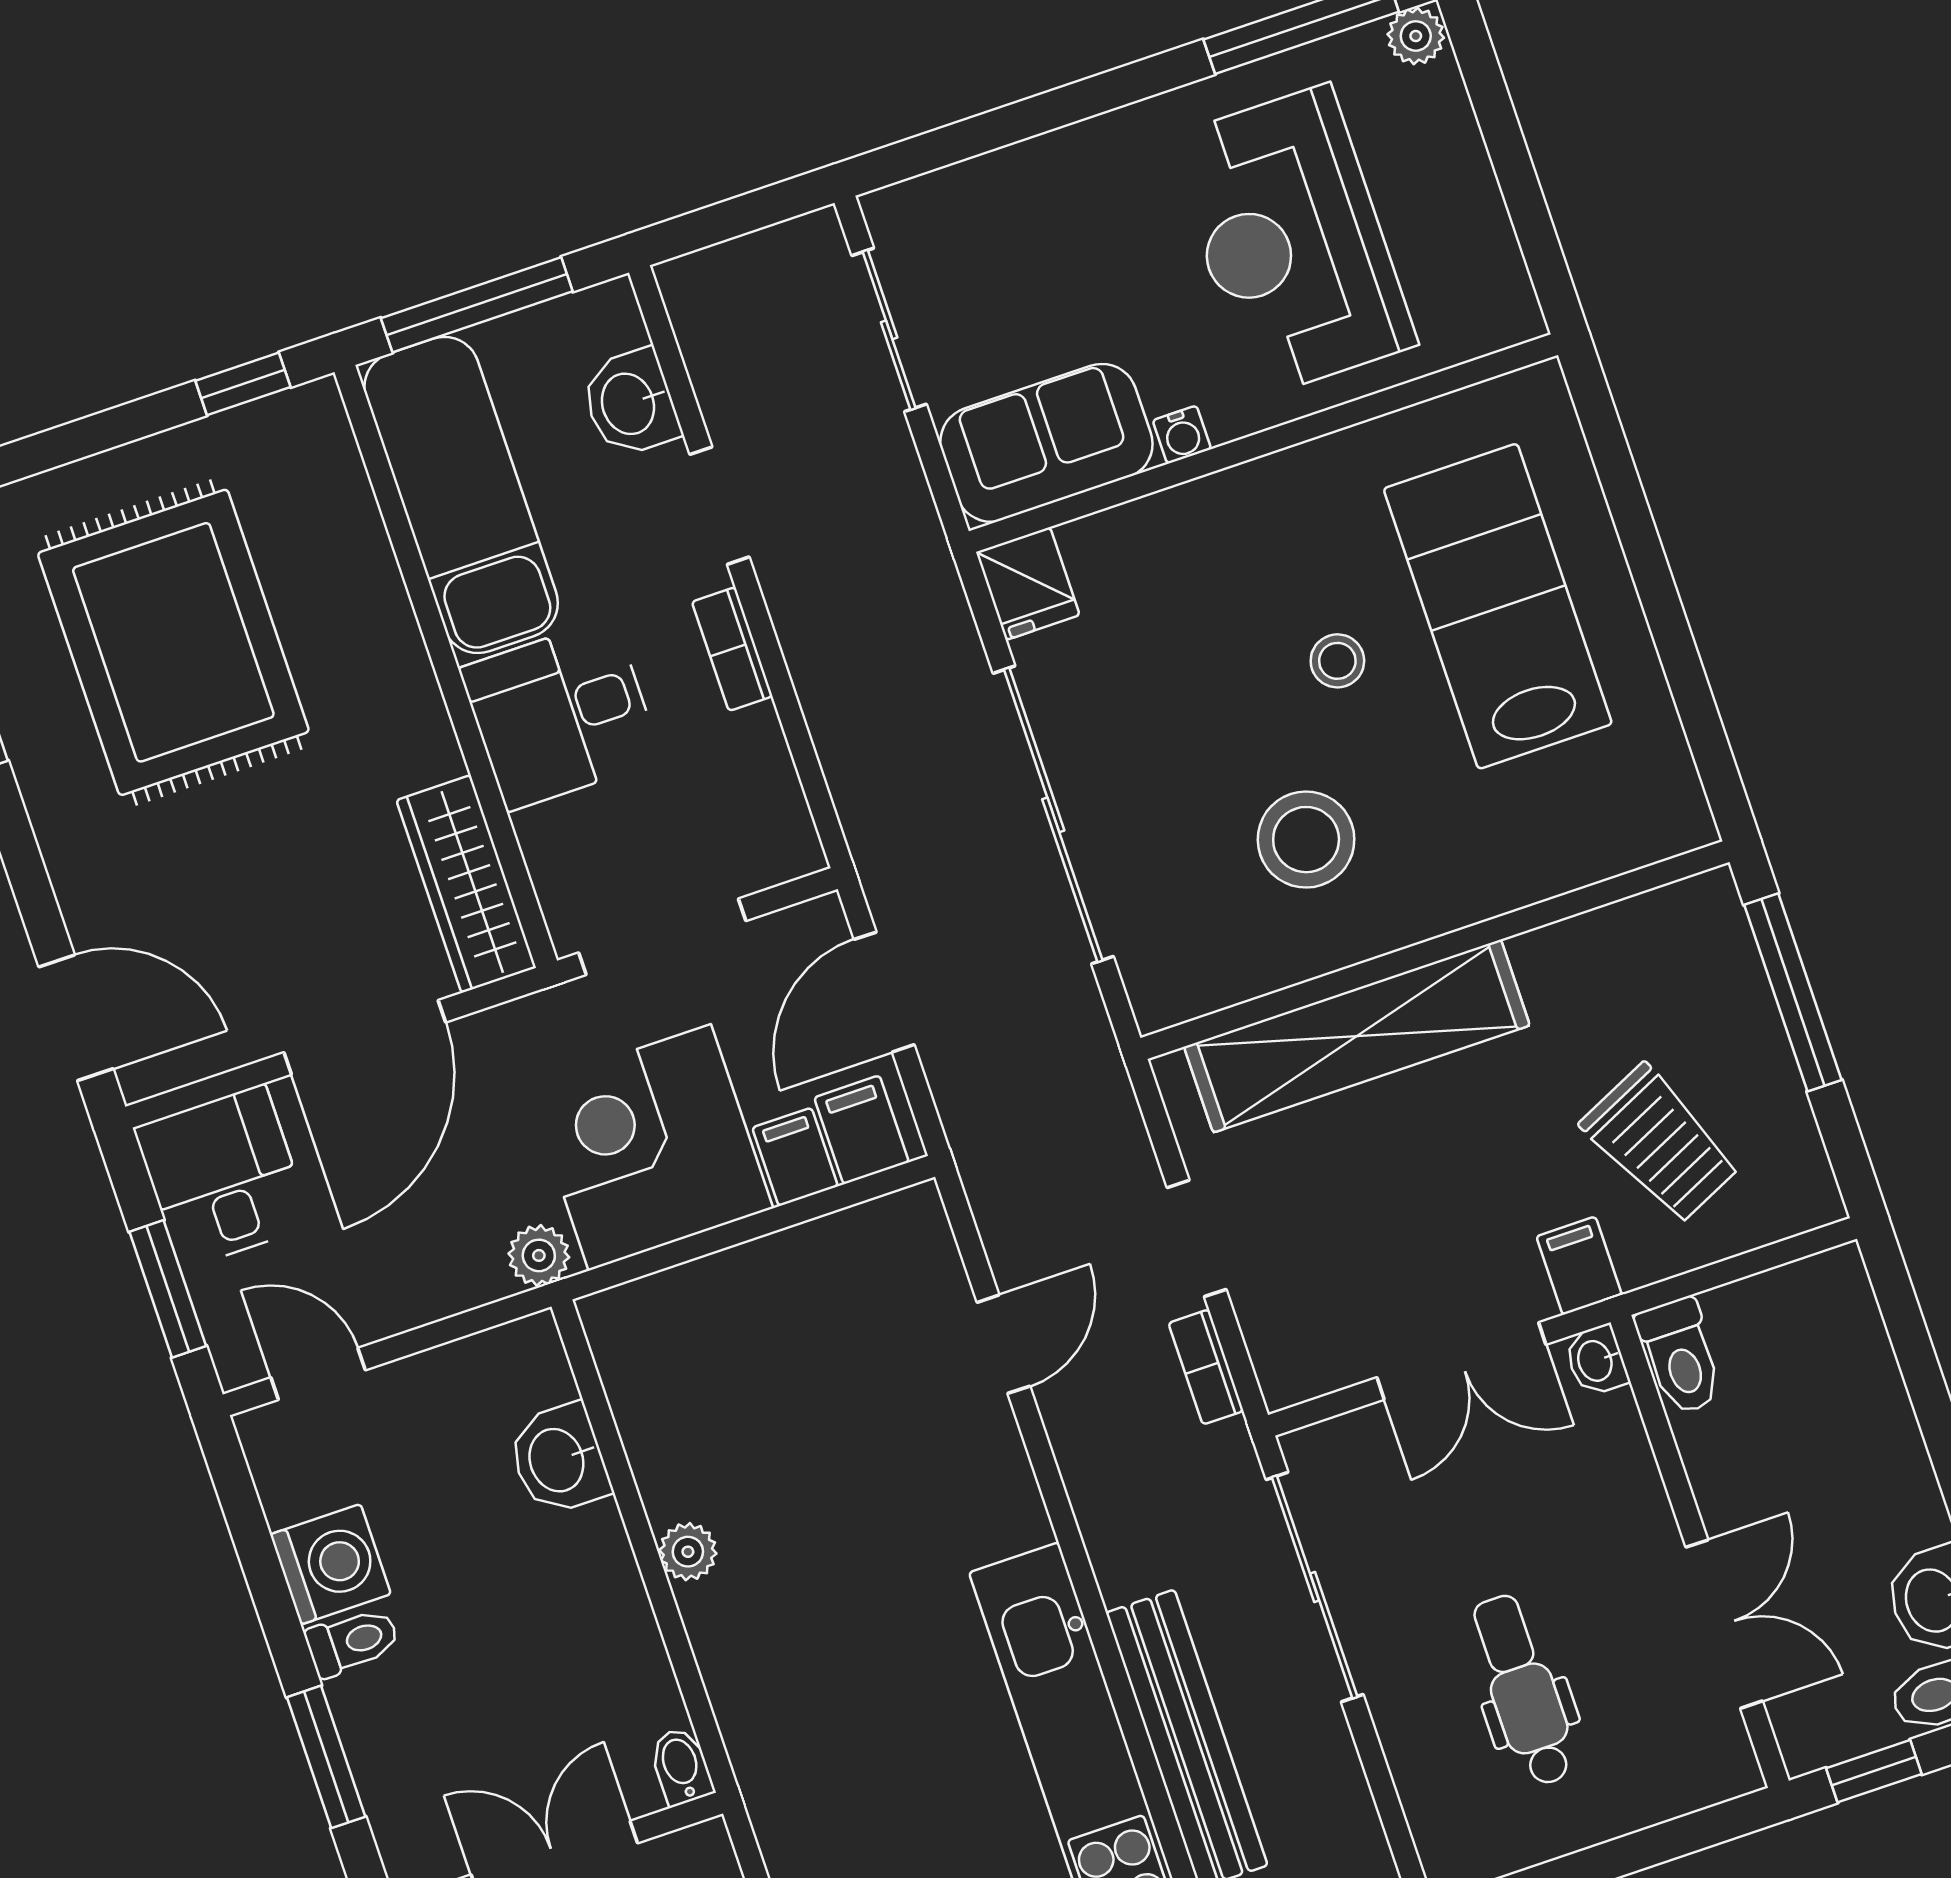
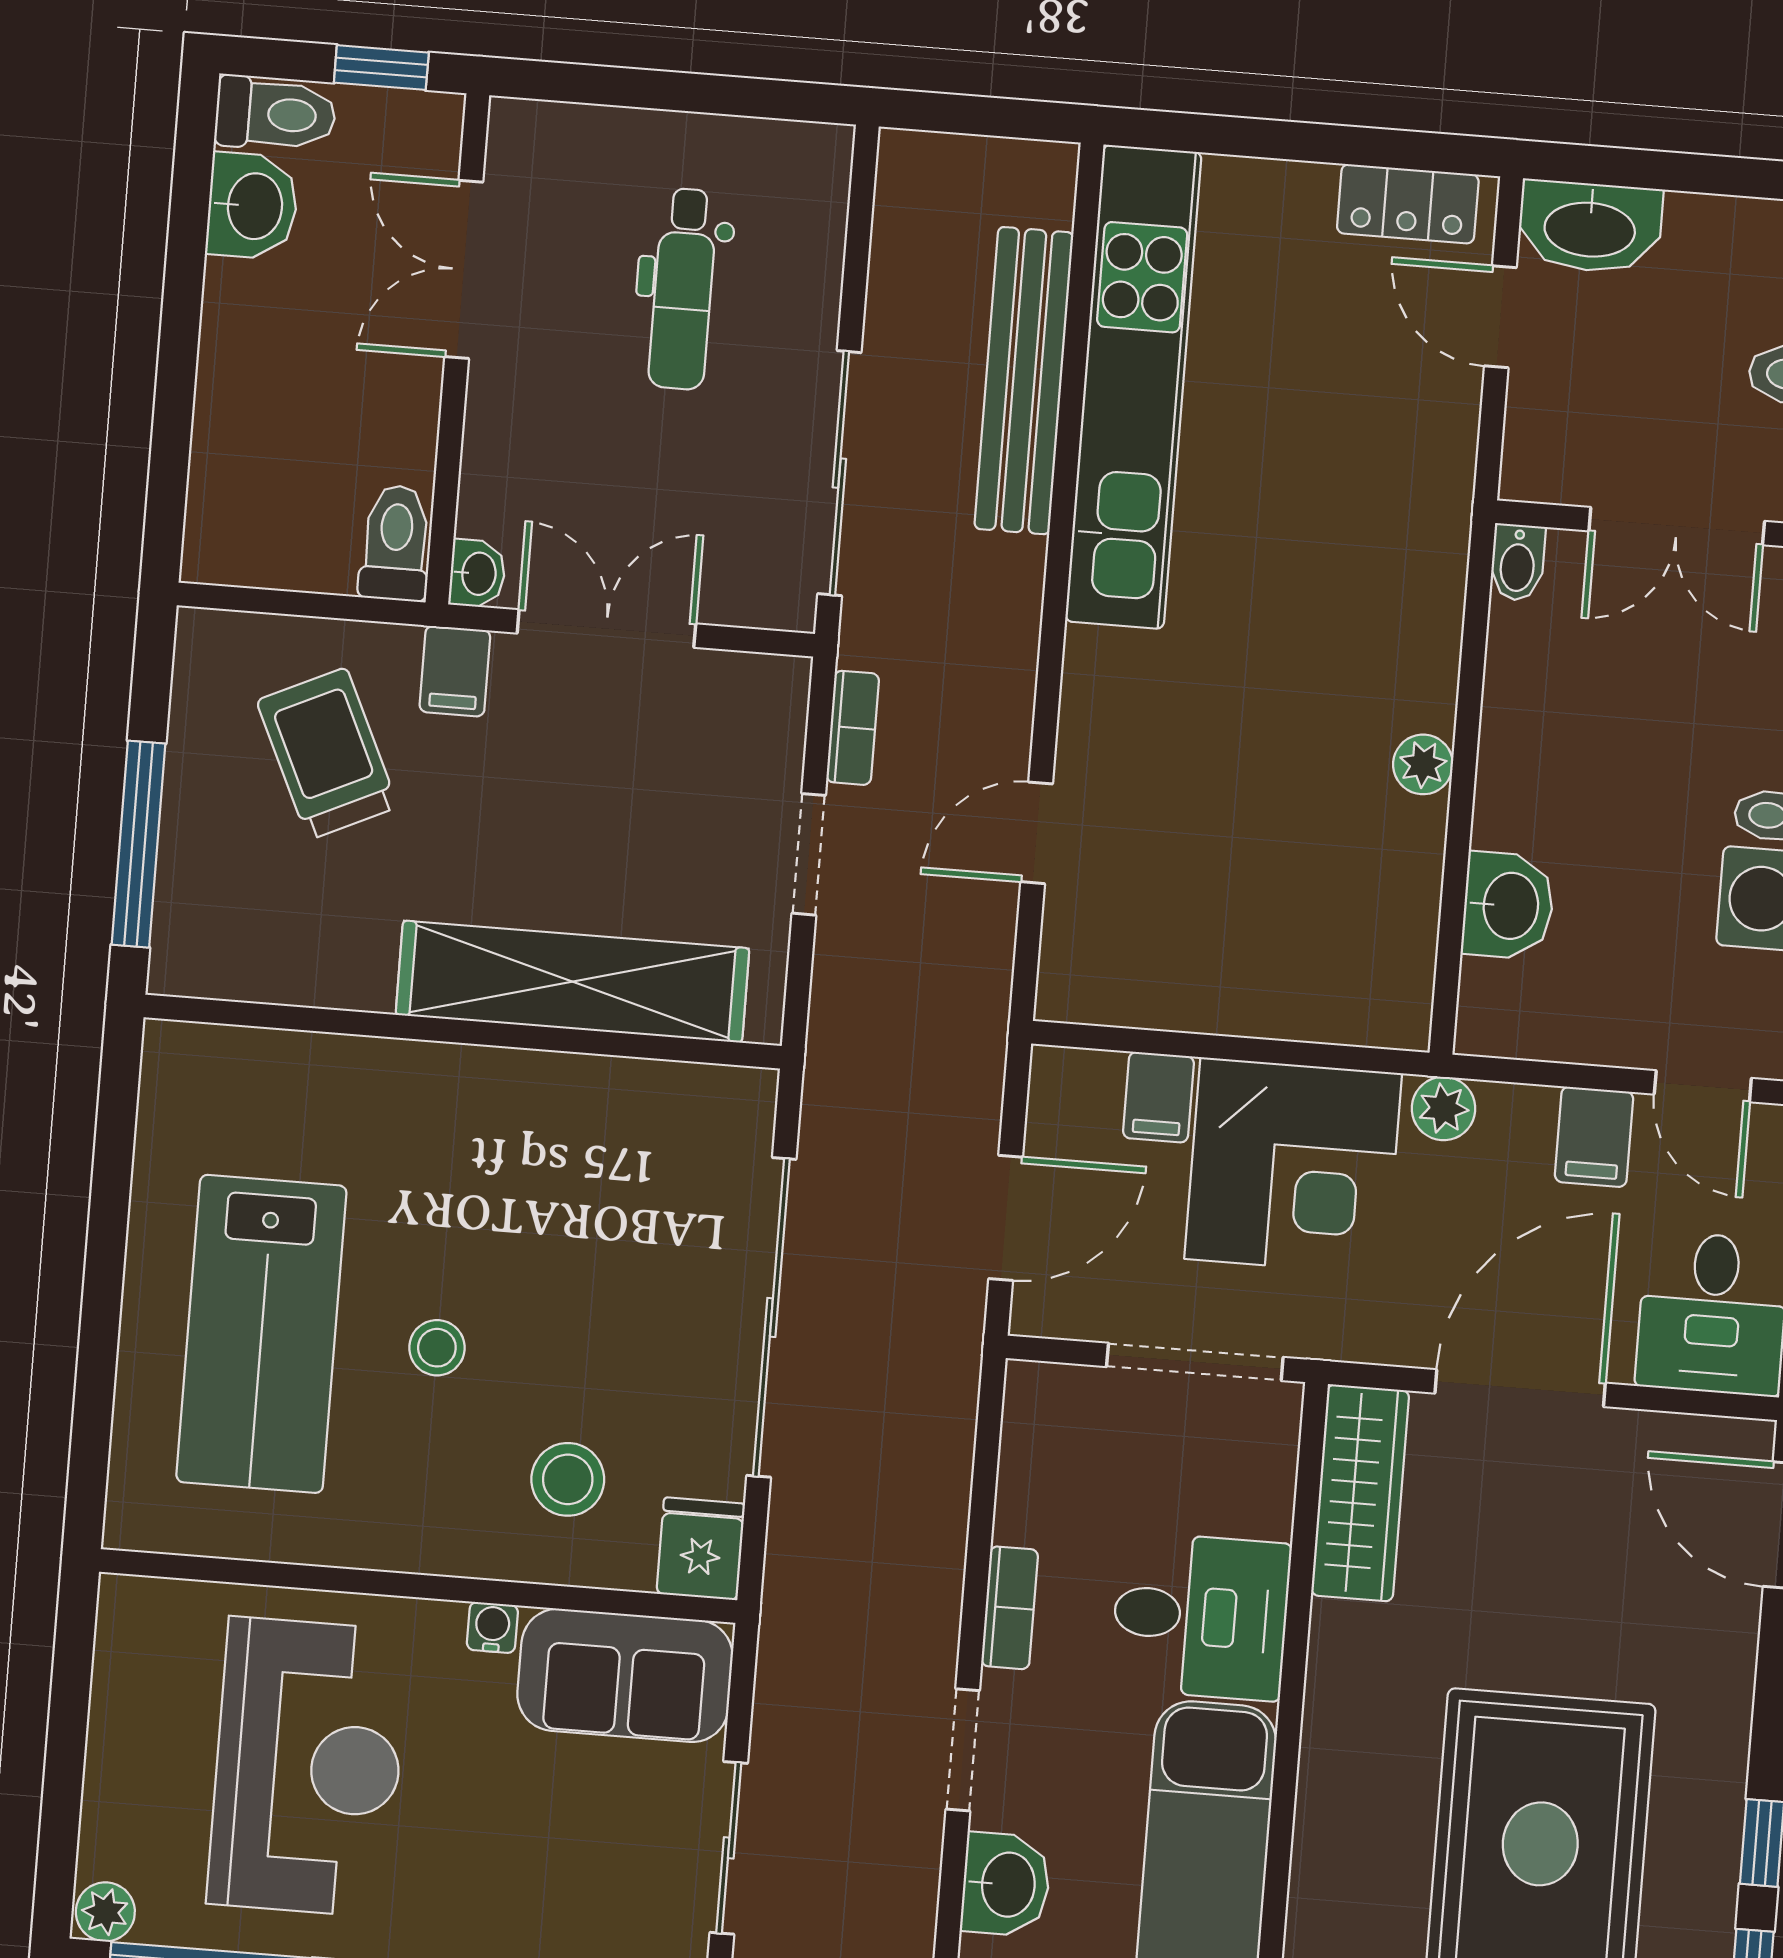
stool: (1306, 840) -> (568, 1479), moved, width x0.73, depth x0.73
filing cabinet: (862, 1130) -> (1594, 1137), moved

